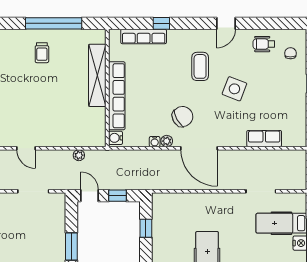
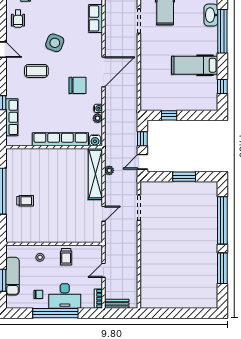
shelving: (97, 75) -> (95, 174), moved, turned 90
chair: (183, 116) -> (77, 85), turned 119
plant: (167, 141) -> (98, 118), moved

